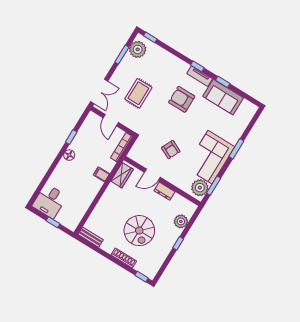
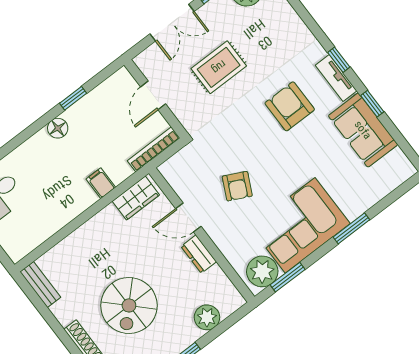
double door: (99, 91) -> (172, 23), moved

